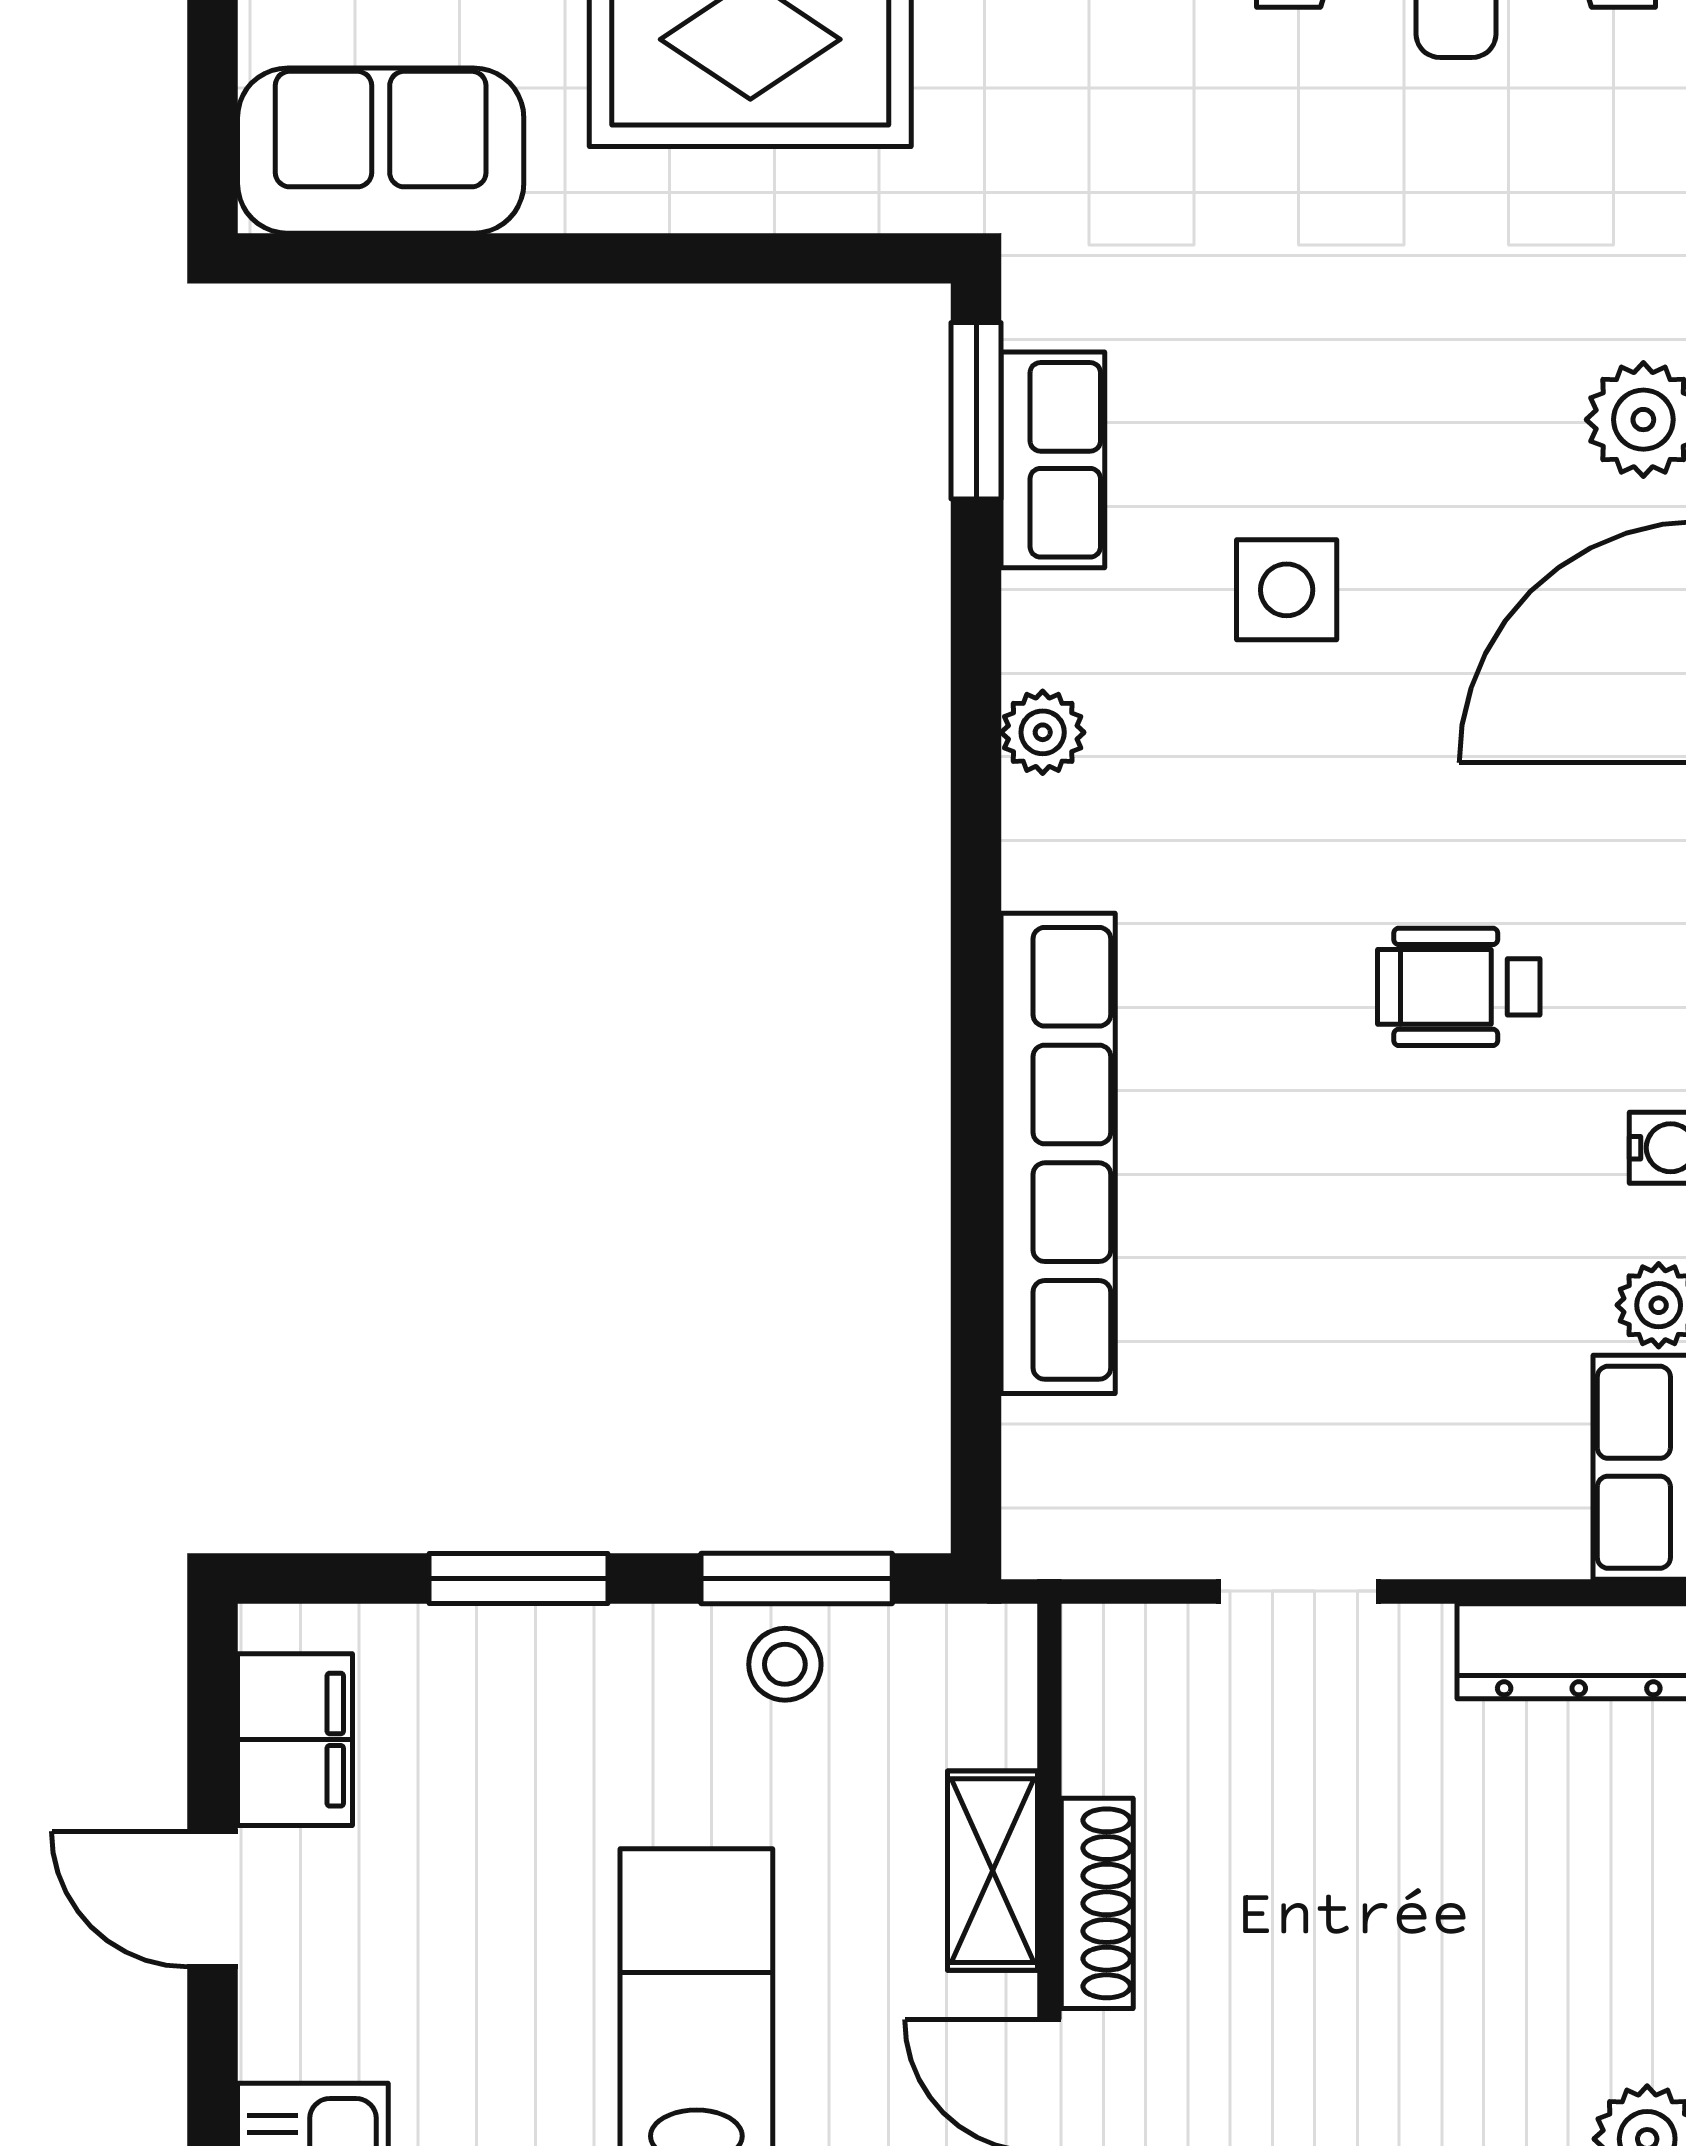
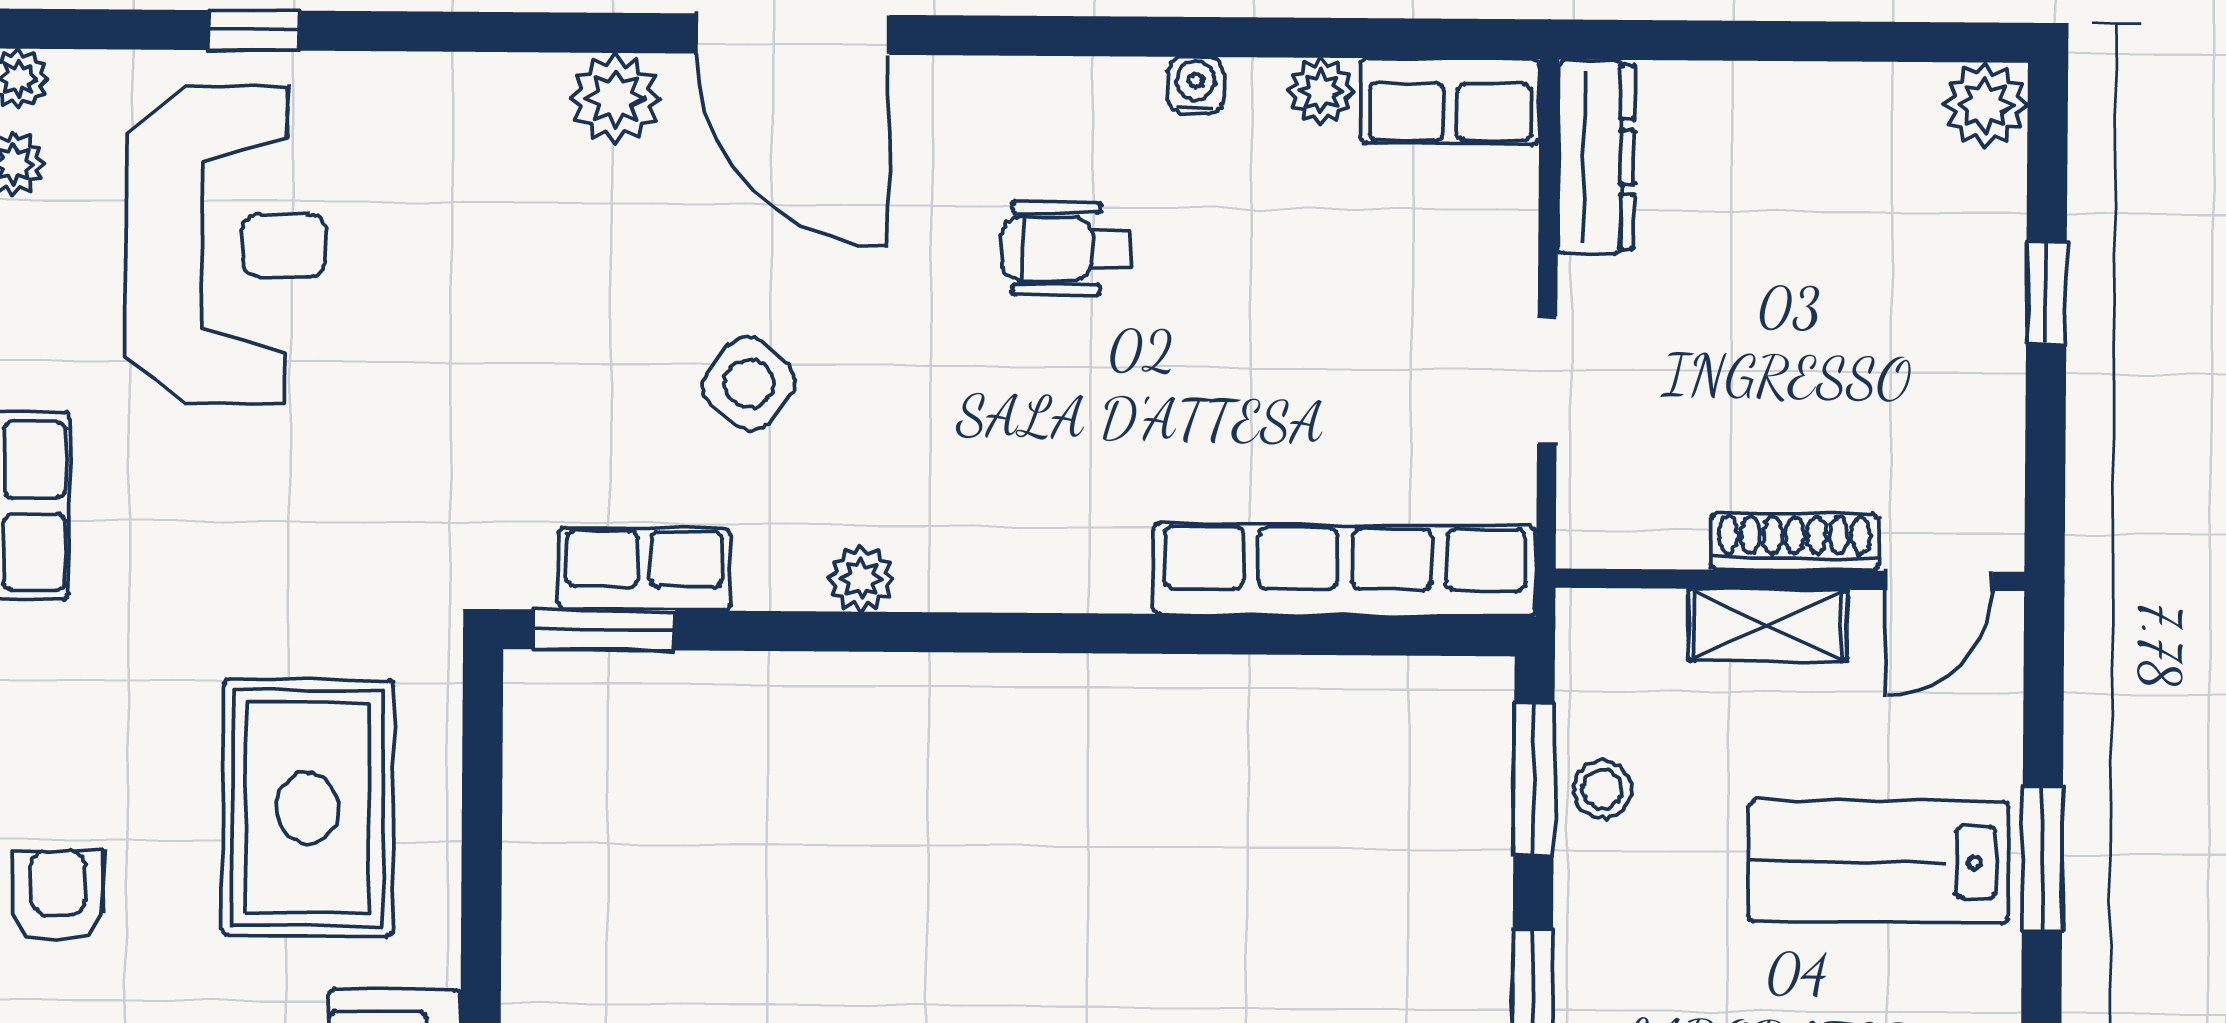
side table: (1287, 590) -> (749, 384), turned 37
wheelchair: (1459, 987) -> (1066, 249), turned 90
row of seats: (1058, 1153) -> (1345, 570), moved

